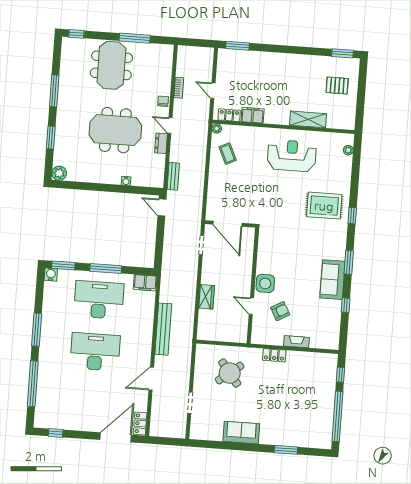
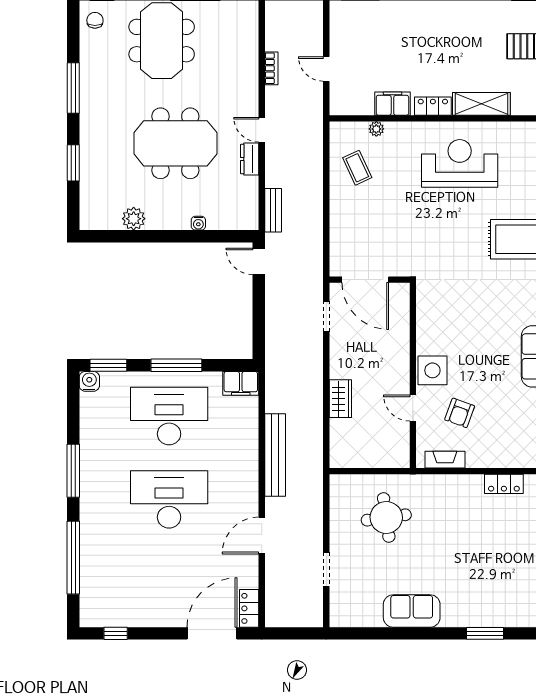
chair: (163, 101) -> (95, 20), moved
locker: (229, 115) -> (433, 106), moved
plant: (217, 128) -> (376, 129), moved
plant: (59, 173) -> (134, 219), moved
armchair: (280, 311) -> (460, 413), turned 139
fireplace: (296, 342) -> (445, 460), moved
locker: (274, 355) -> (504, 484), moved
round table: (230, 373) -> (386, 517), turned 30

